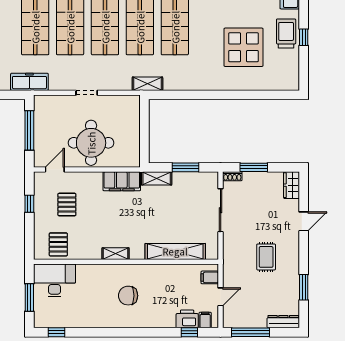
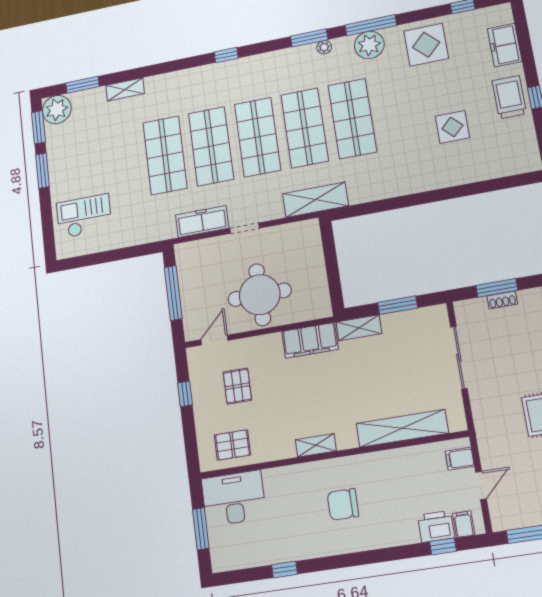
display table: (244, 47) -> (452, 127), width x0.54, depth x0.54
freezer: (29, 82) -> (202, 221), moved
shelving: (147, 84) -> (315, 200), width x1.50, depth x1.33
shoe rack: (232, 176) -> (502, 300), moved
pallet: (58, 244) -> (232, 445), turned 90
window: (57, 332) -> (284, 570), moved

